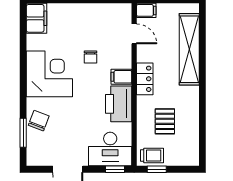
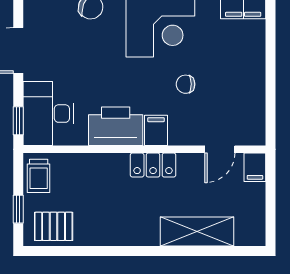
shelving: (189, 49) -> (197, 231), width x0.68
pallet: (165, 121) -> (54, 226), moved
window: (157, 169) -> (18, 209), moved

